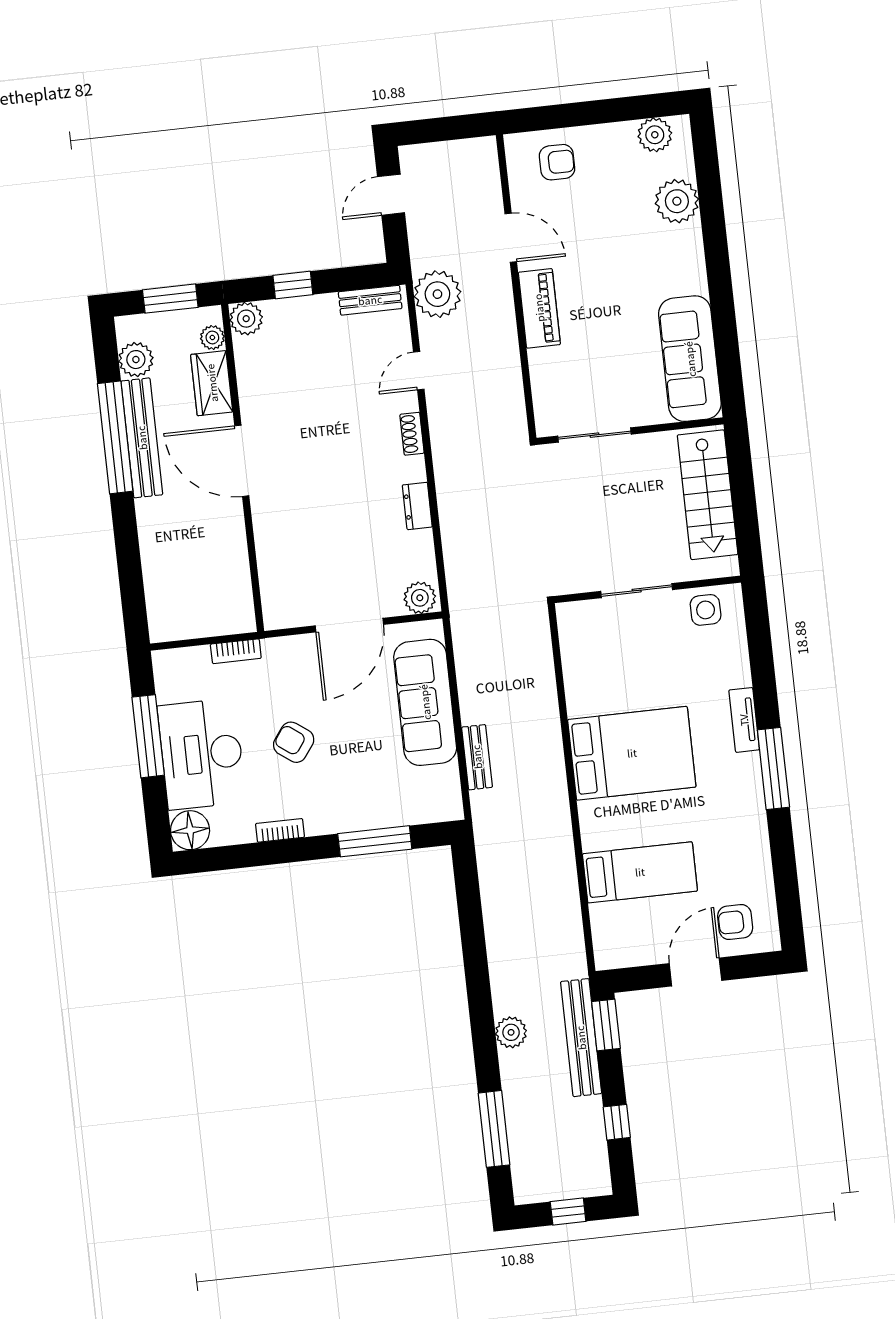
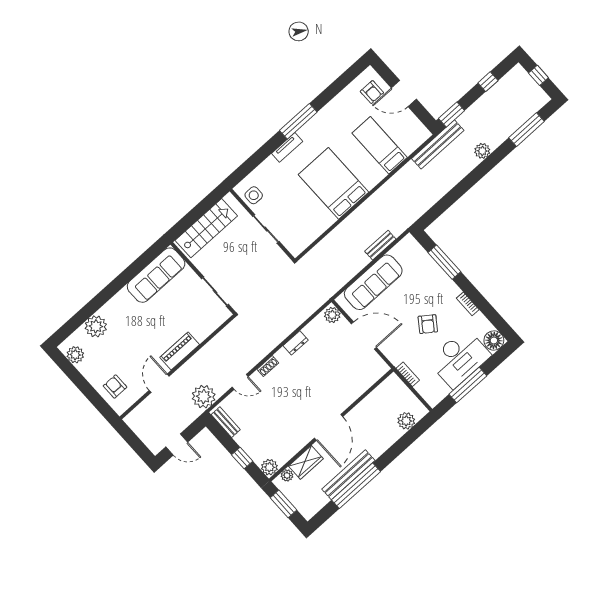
plant: (136, 360) -> (406, 421), moved
bench: (581, 1038) -> (438, 144), moved

